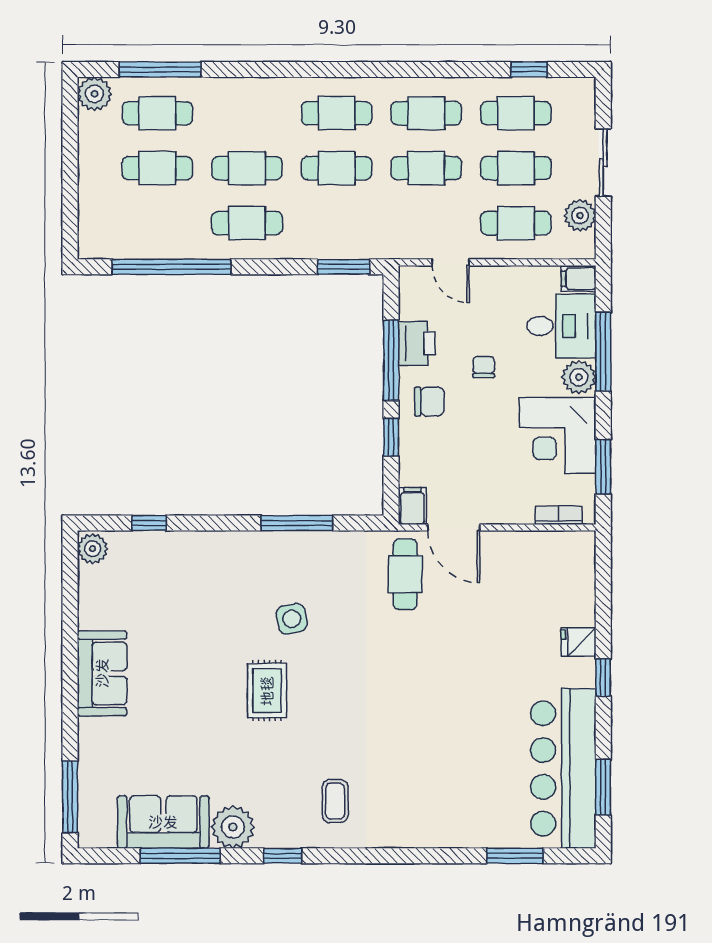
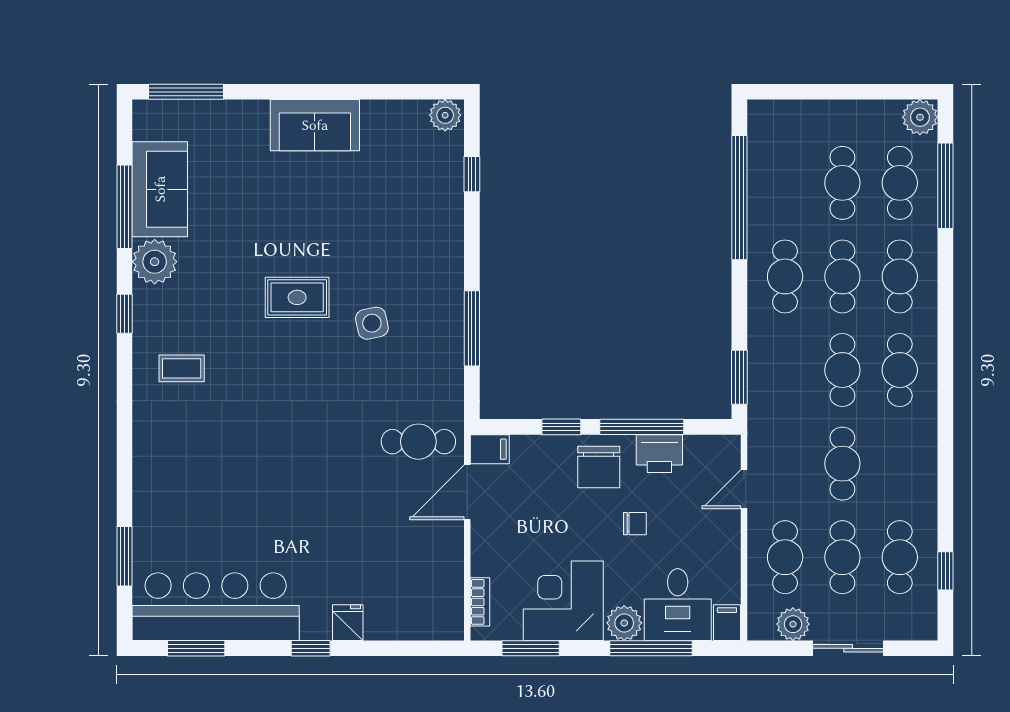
cafe table: (426, 113) -> (900, 276), moved
chair: (430, 402) -> (599, 467), width x1.37, depth x1.37

